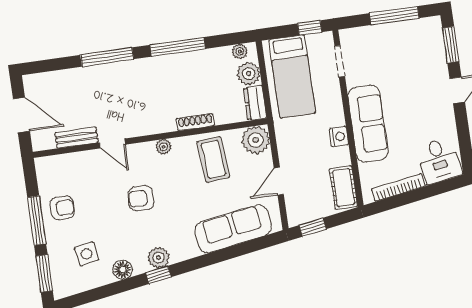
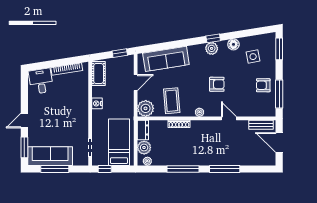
sofa: (368, 124) -> (50, 156), moved, turned 90
bench: (76, 138) -> (261, 125), moved
window: (37, 220) -> (279, 94), moved

